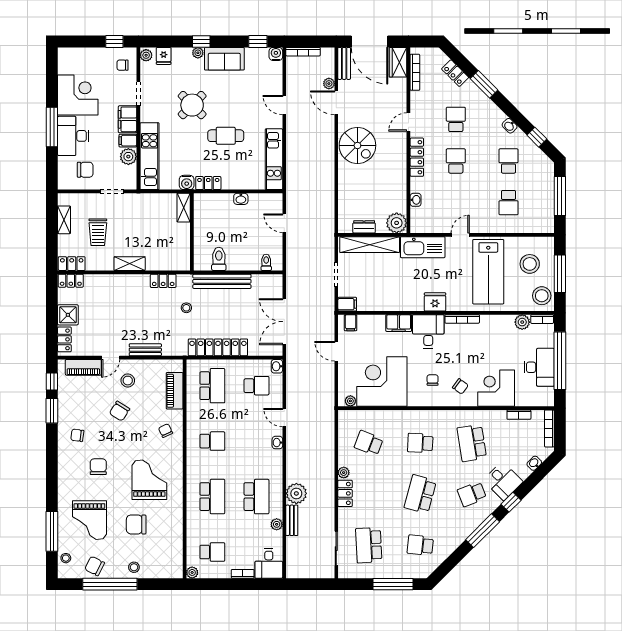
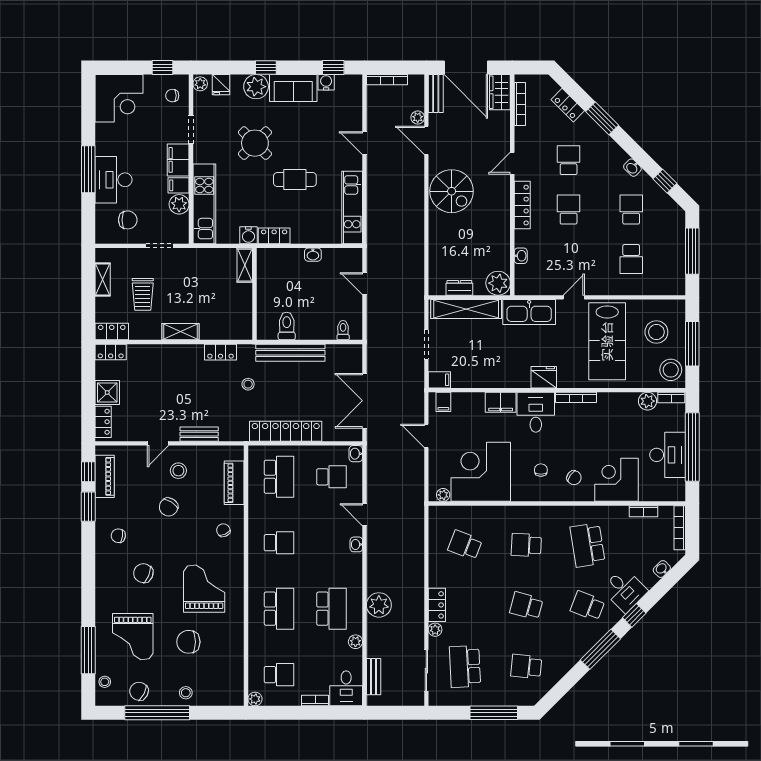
plant: (198, 53) -> (256, 87), width x1.88, depth x1.88
water cooler: (276, 54) -> (326, 82), moved
corner desk: (78, 95) -> (119, 98), moved, turned 90
piano: (83, 367) -> (105, 476), moved, turned -90
chair: (98, 467) -> (143, 573), turned -67
plant: (344, 473) -> (435, 630), moved
school desk: (420, 494) -> (526, 606), width x0.54
school desk: (472, 494) -> (588, 606), turned 42
bench: (292, 520) -> (374, 677), moved

